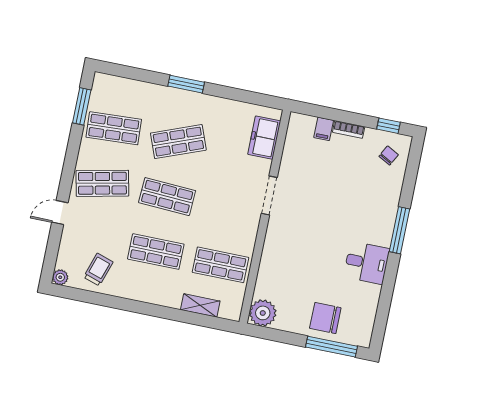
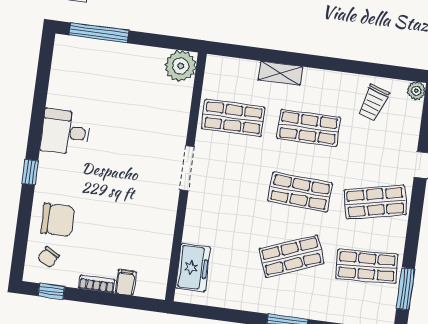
doorway: (269, 196) -> (187, 168), moved
window: (399, 230) -> (30, 172), width x0.46
shelving: (200, 305) -> (280, 73), moved
chair: (325, 318) -> (58, 220), moved

